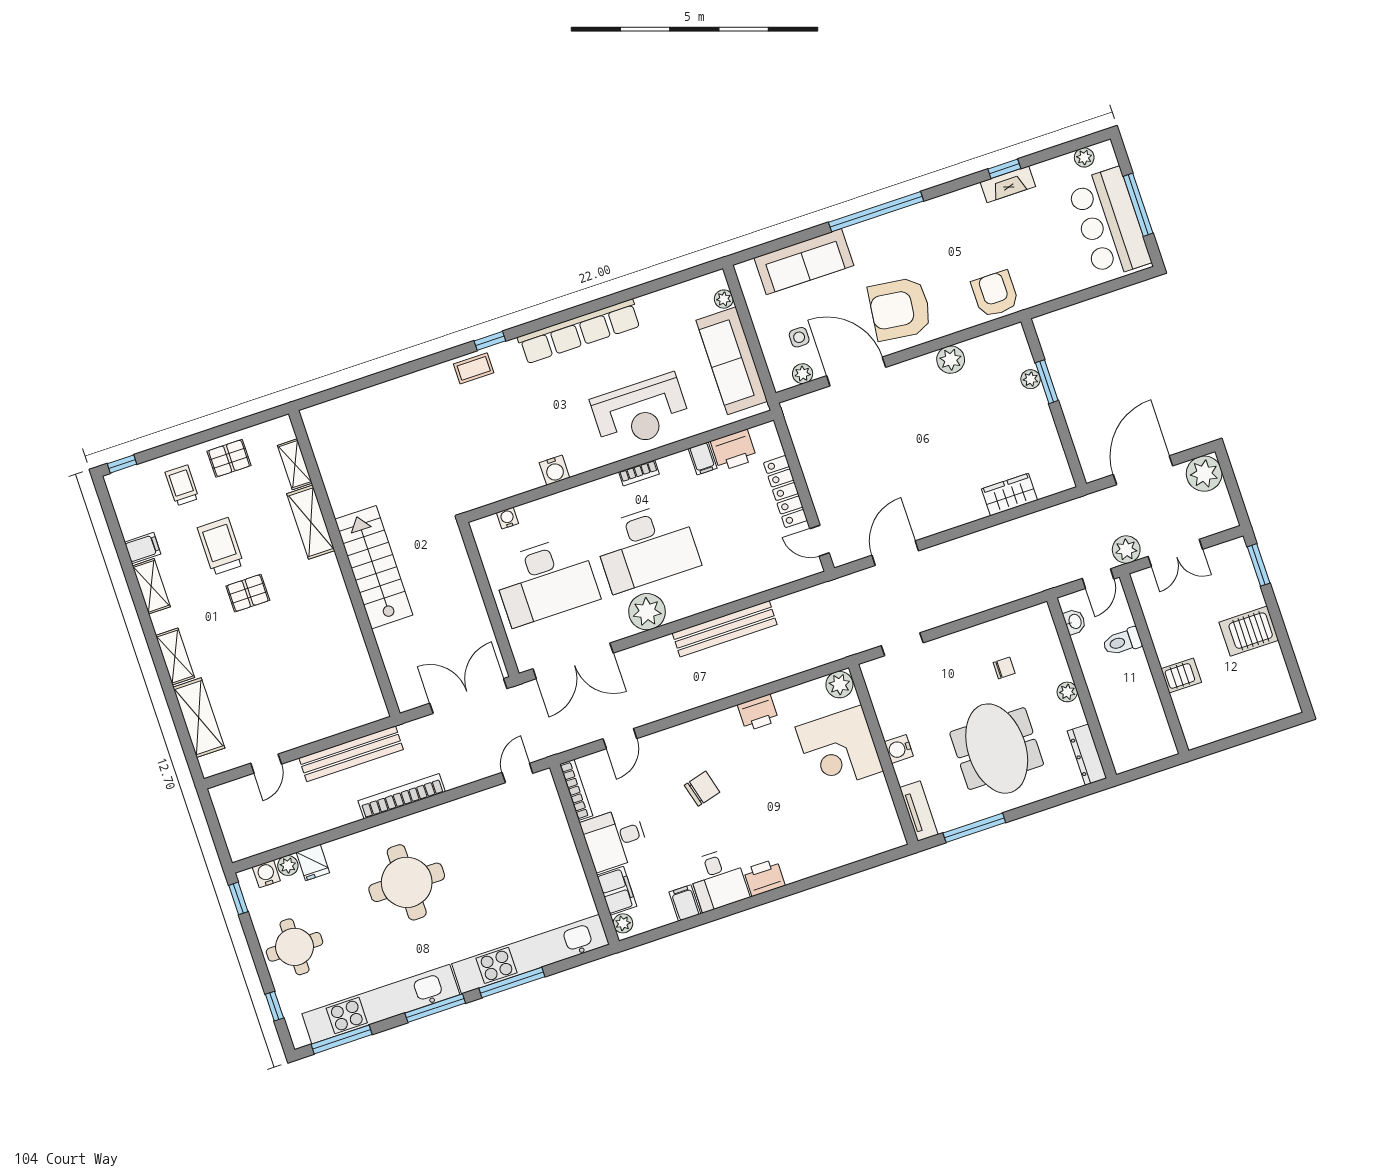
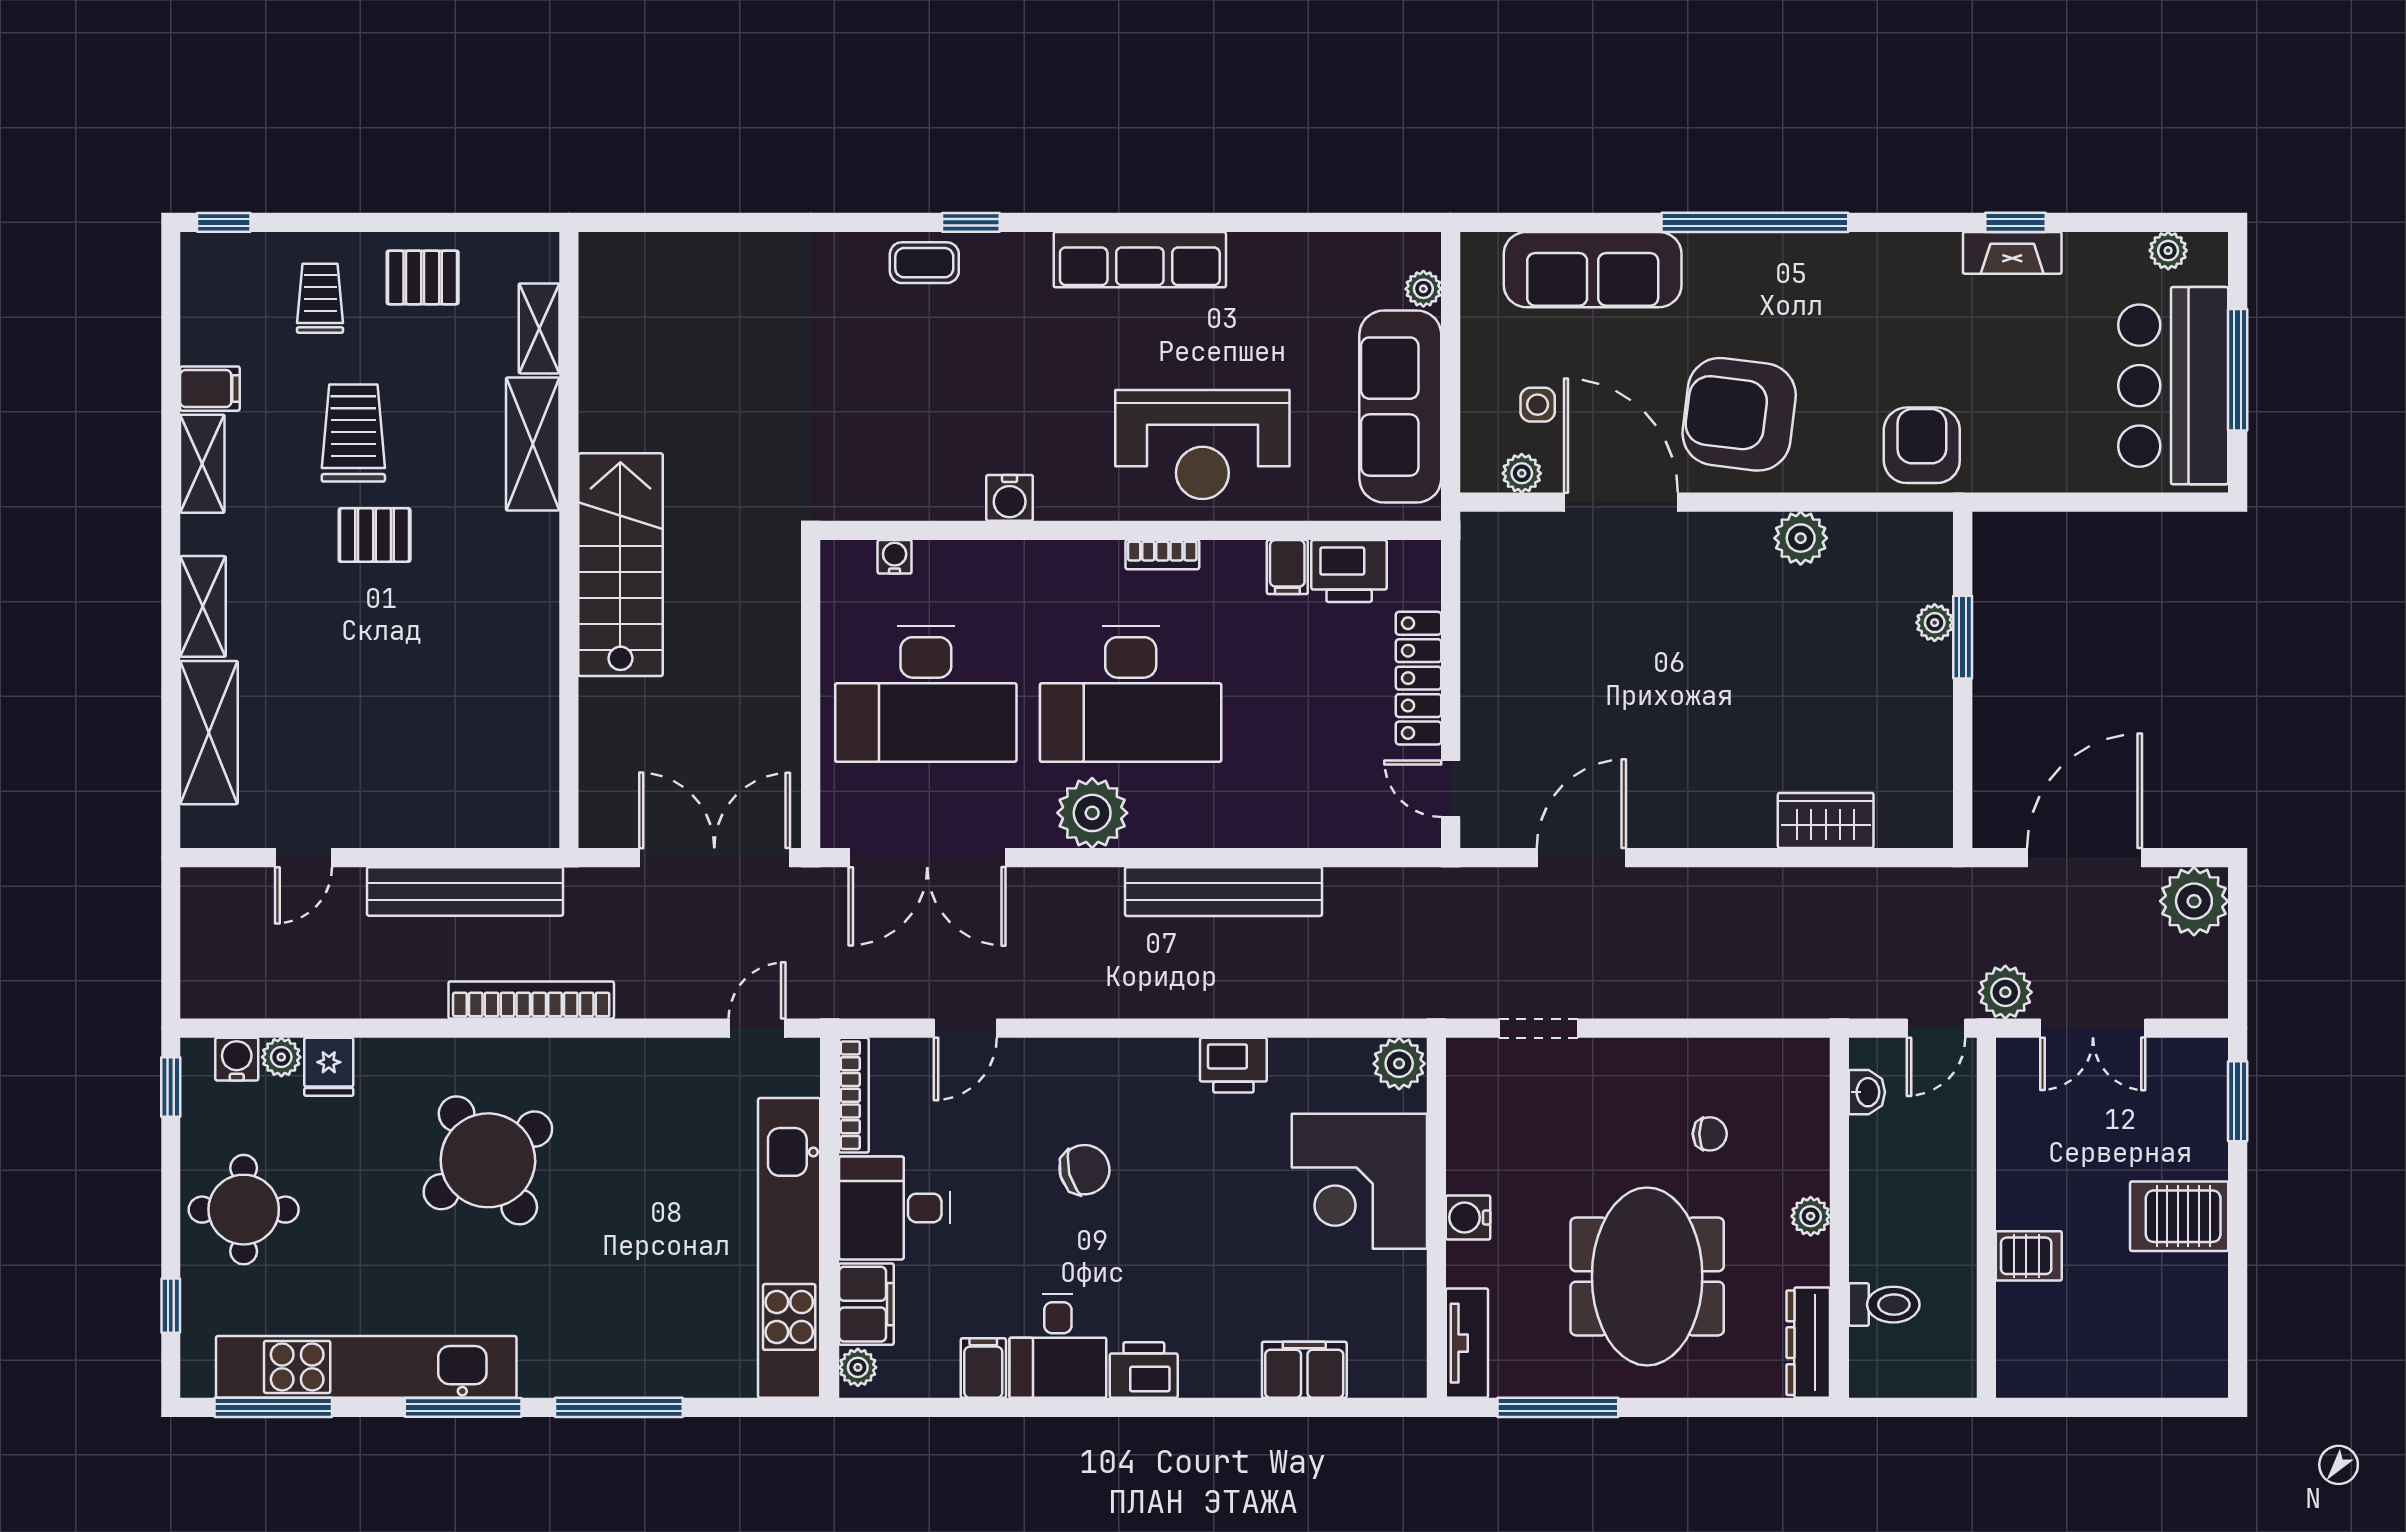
row of seats: (579, 331) -> (1140, 260), width x0.73
toilet: (1122, 642) -> (1884, 1305), moved, turned 180
filing cabinet: (843, 851) -> (1304, 1370), added
round table: (407, 882) -> (488, 1160), turned -34
kitchen unit: (530, 954) -> (789, 1248), moved, turned -90

